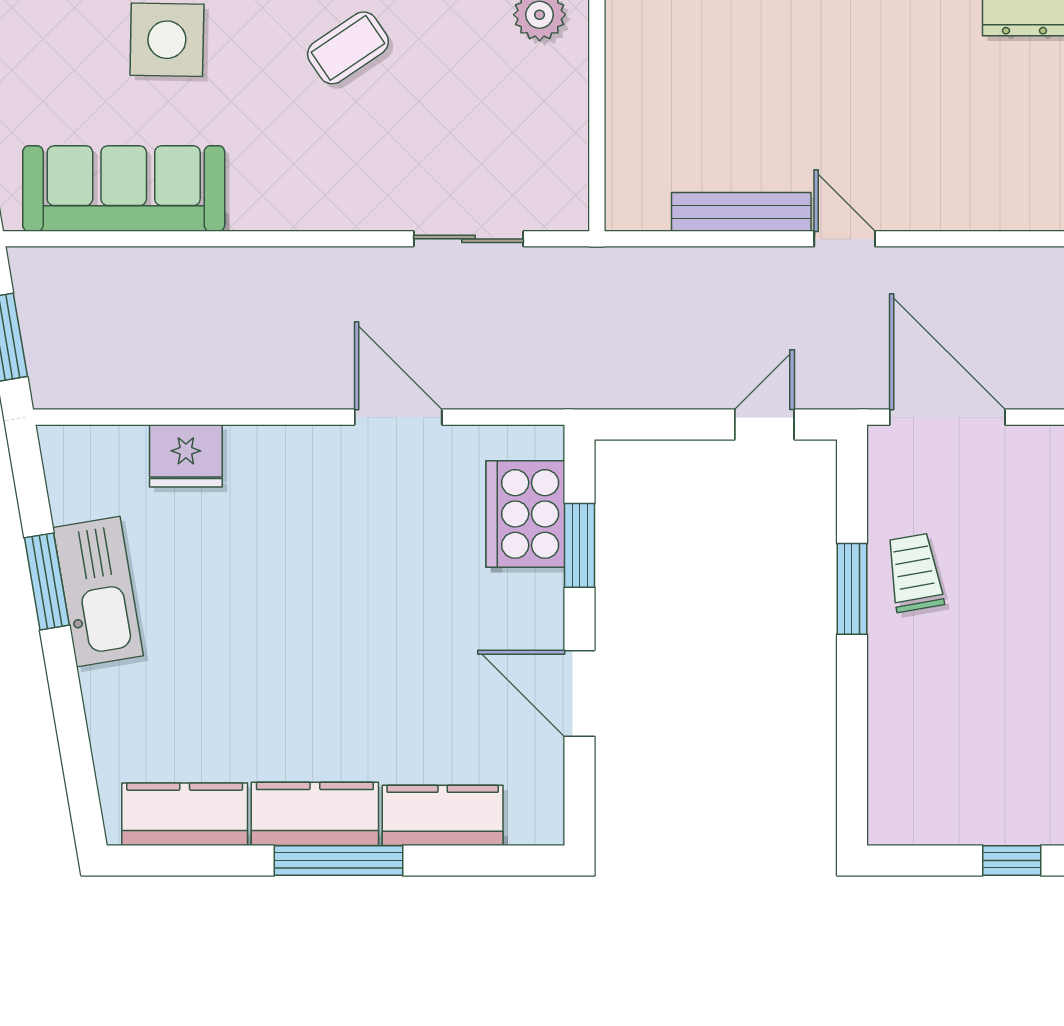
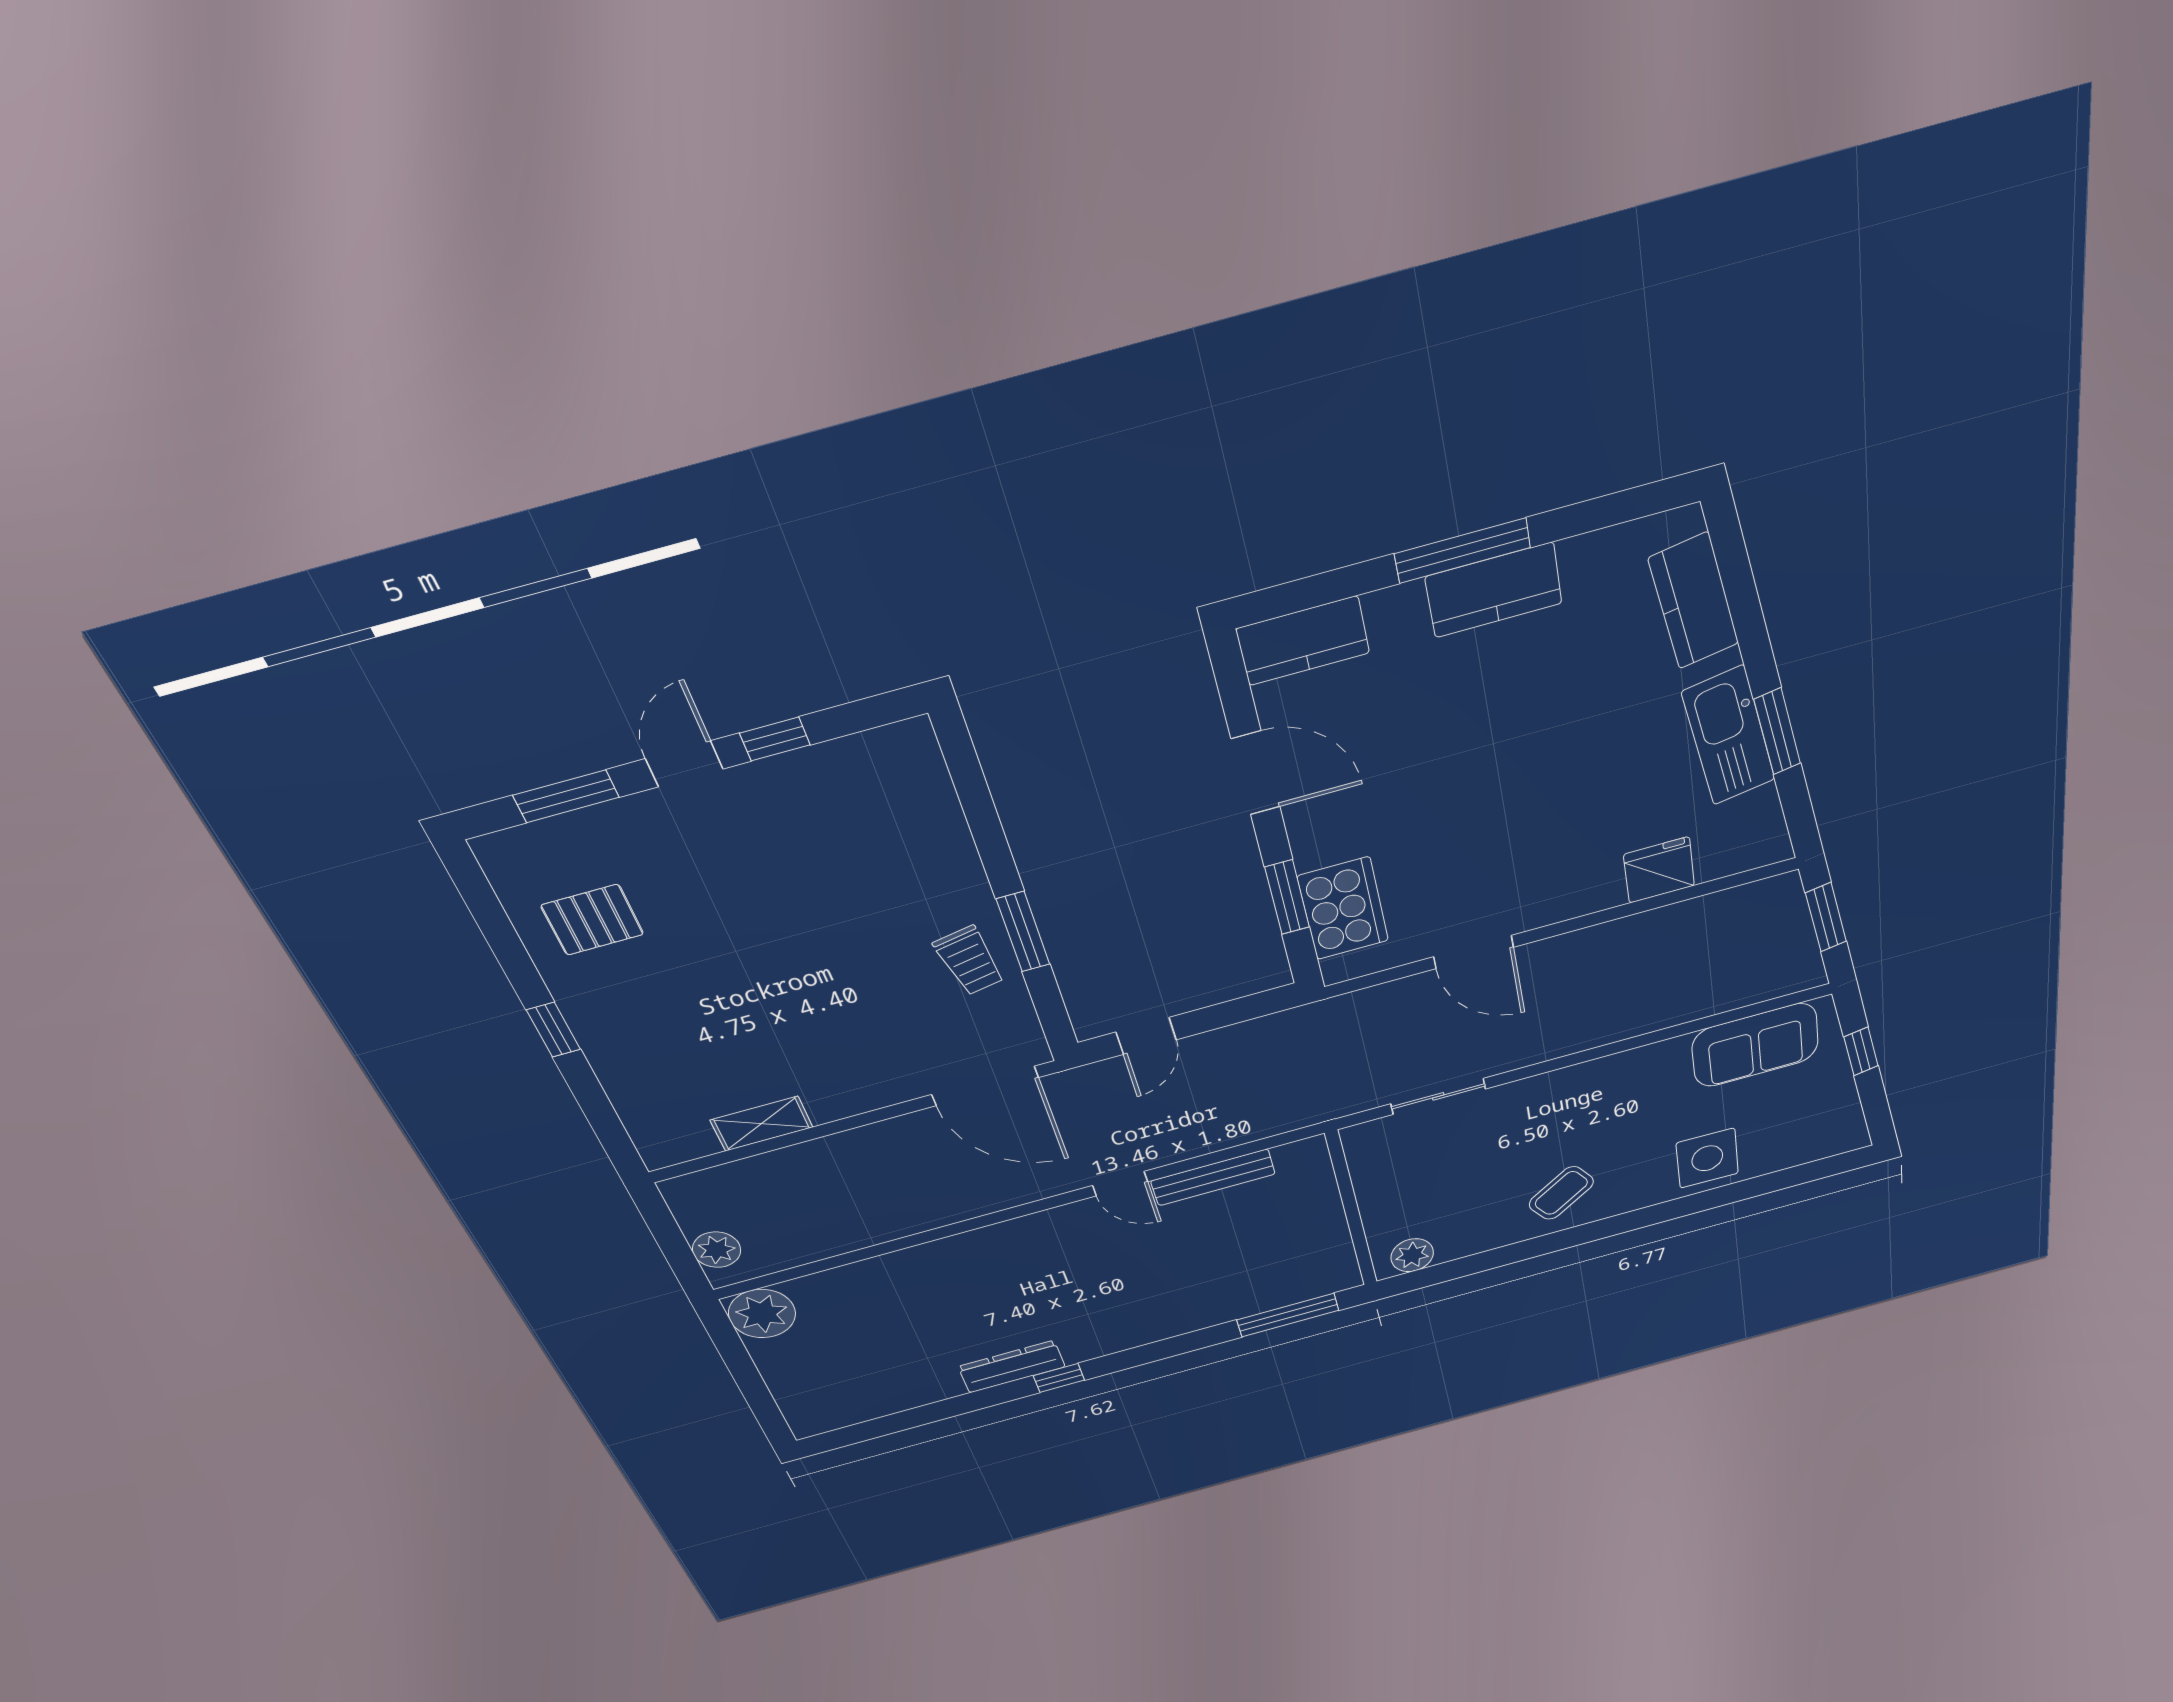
sofa: (124, 189) -> (1755, 1045), width x0.73
kitchen counter: (185, 814) -> (1694, 601), moved, turned 80
kitchen counter: (443, 815) -> (1303, 641), moved

